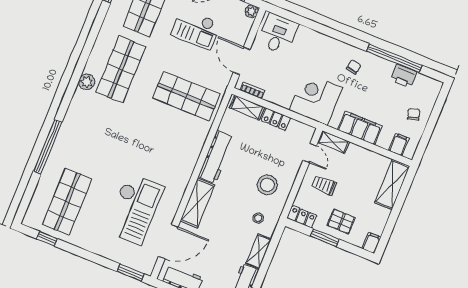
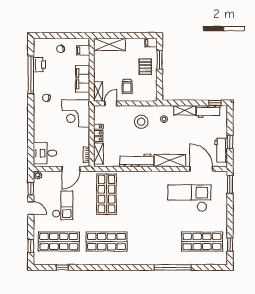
plant: (87, 82) -> (123, 260), removed
locker: (302, 217) -> (152, 92), removed
window: (325, 238) -> (159, 60), moved

